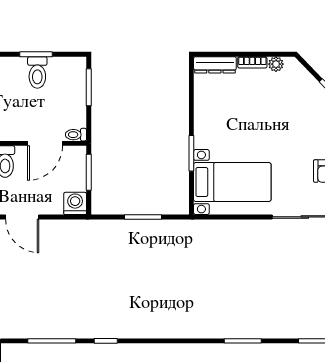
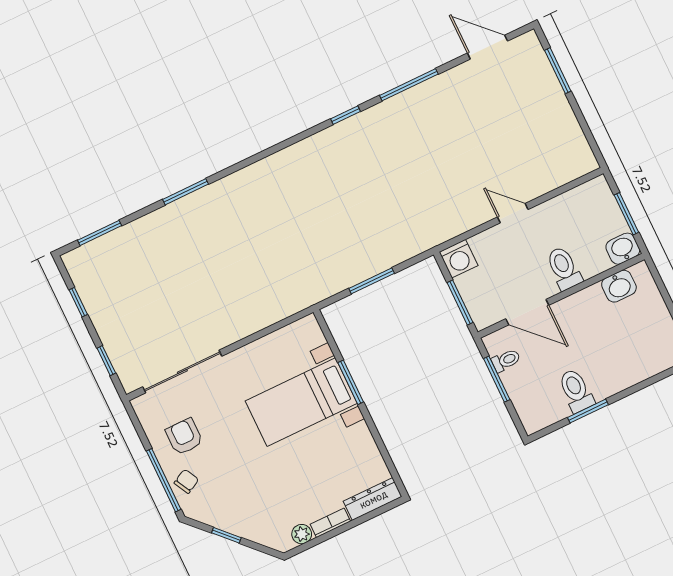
window: (89, 87) -> (497, 379), moved
toilet: (76, 135) -> (506, 360), moved
door: (45, 143) -> (527, 312), swing flipped
bed with nightstands: (232, 182) -> (301, 402), moved
door: (22, 217) -> (513, 213), width x0.73

